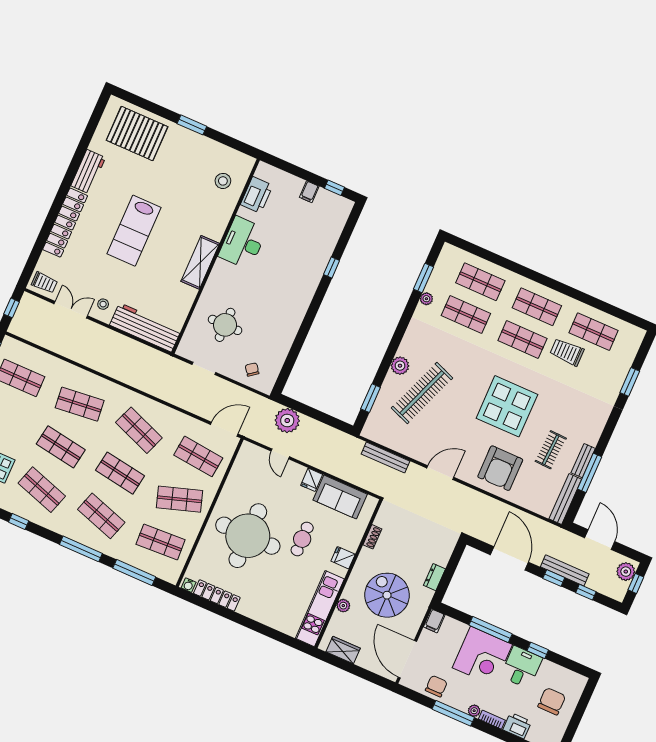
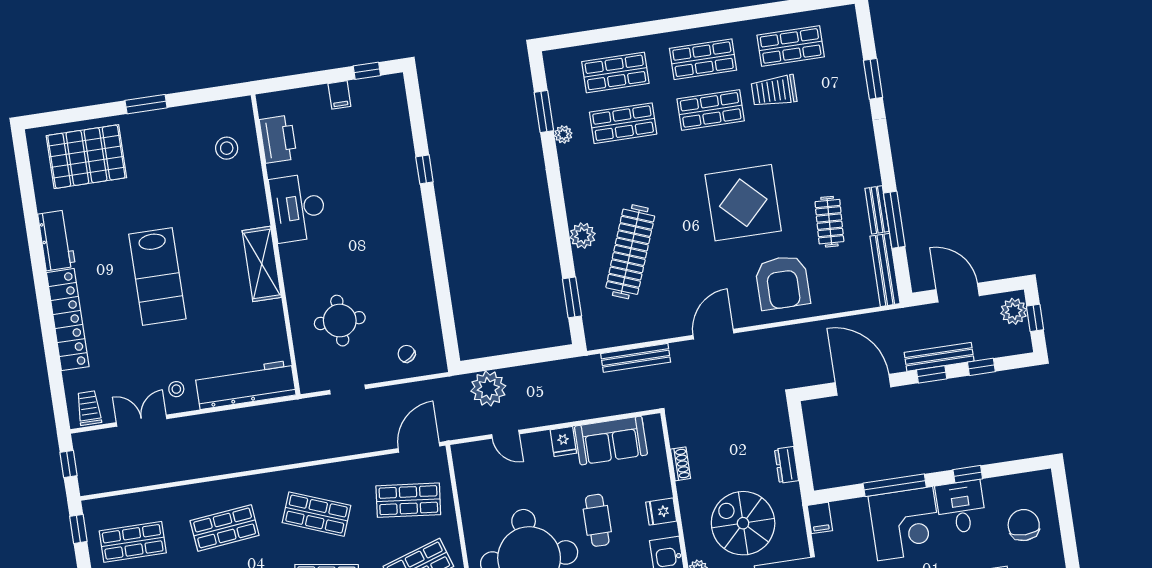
trolley: (44, 283) -> (89, 408), turned -90

